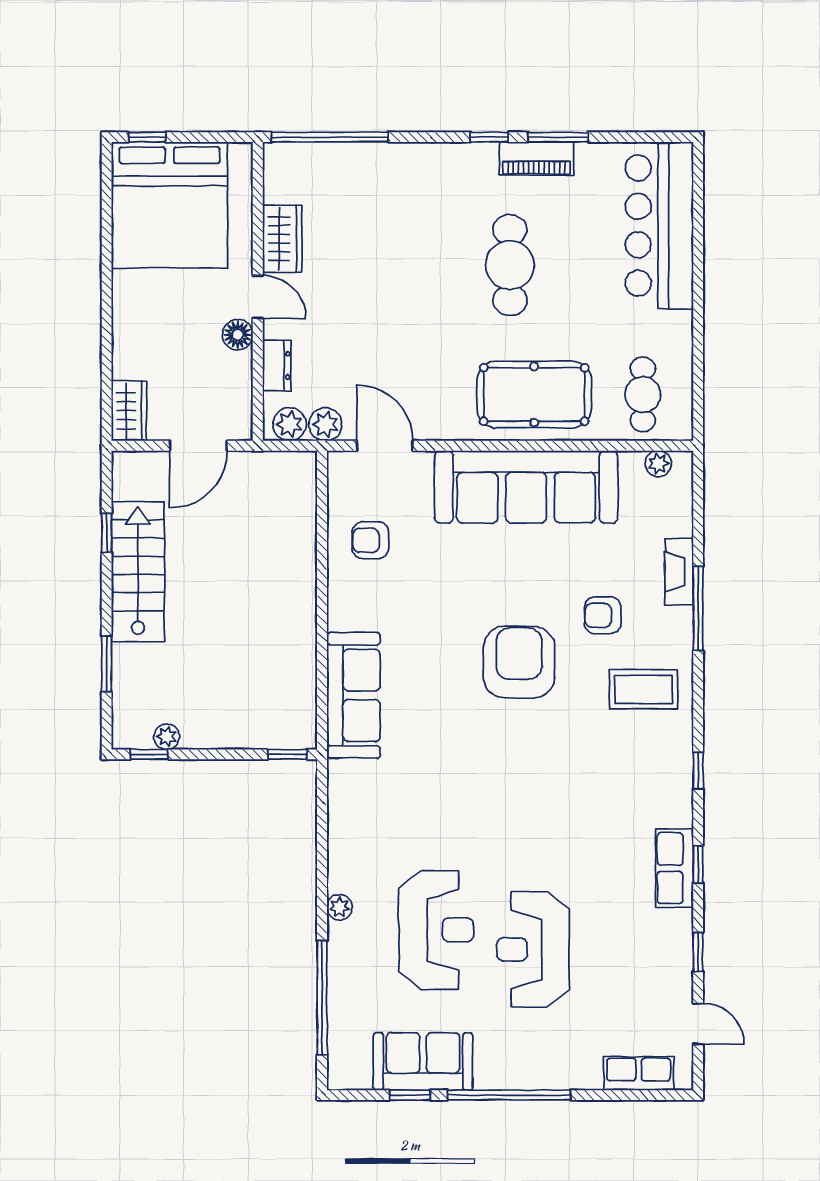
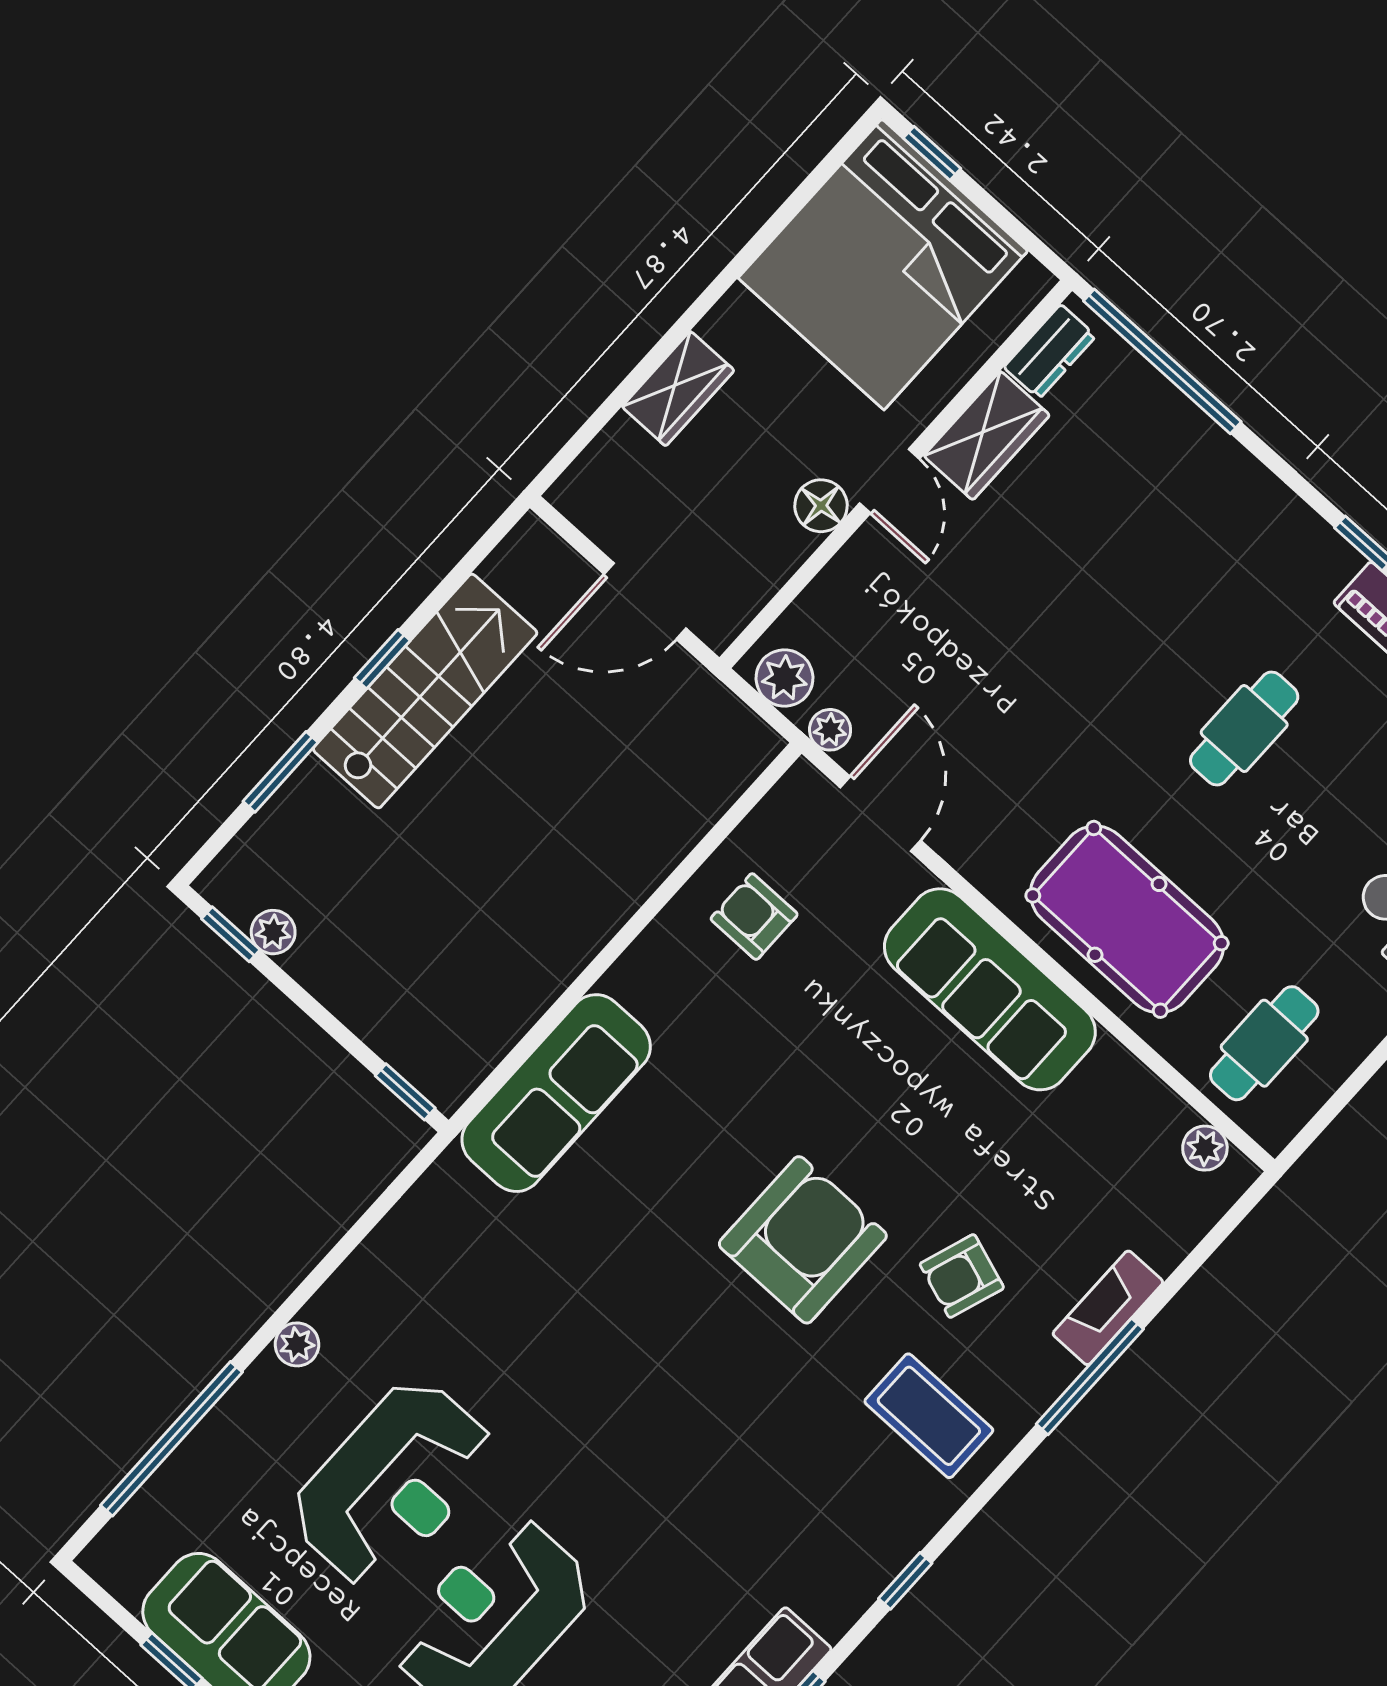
cafe table: (510, 265) -> (1244, 729), width x0.73, depth x0.74
dresser: (277, 365) -> (1050, 352), moved
wardrobe: (129, 411) -> (678, 389), moved
plant: (325, 424) -> (830, 730), width x0.73, depth x0.73
sofa: (526, 487) -> (990, 989), width x0.74, depth x0.79
window: (107, 533) -> (382, 659), moved
armchair: (603, 615) -> (962, 1276), turned -71

